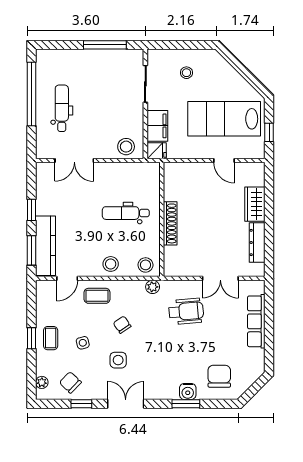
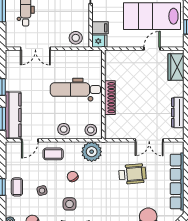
filing cabinet: (157, 126) -> (100, 28), width x0.50
door: (224, 160) -> (152, 49), swing flipped
wardrobe: (255, 204) -> (176, 67), moved
dental chair: (126, 213) -> (75, 90), width x1.36, depth x1.38
plant: (153, 287) -> (92, 152), width x1.88, depth x1.88
wheelchair: (186, 311) -> (132, 174), moved
row of seats: (256, 321) -> (177, 181), width x1.36

